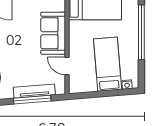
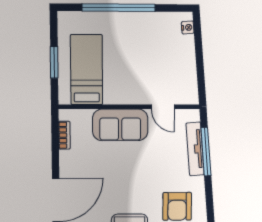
bed: (108, 64) -> (161, 53), removed
door: (67, 66) -> (163, 107), hinge flipped

